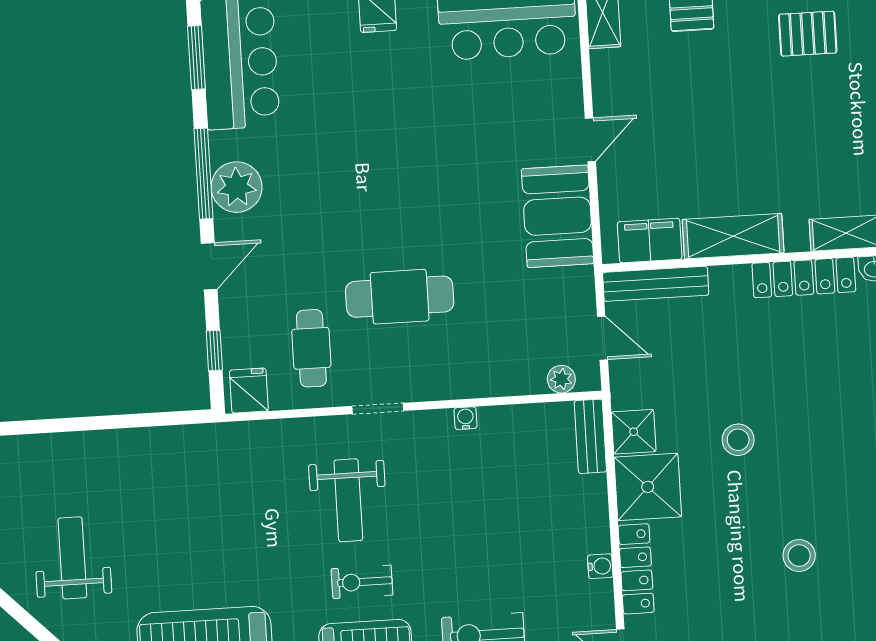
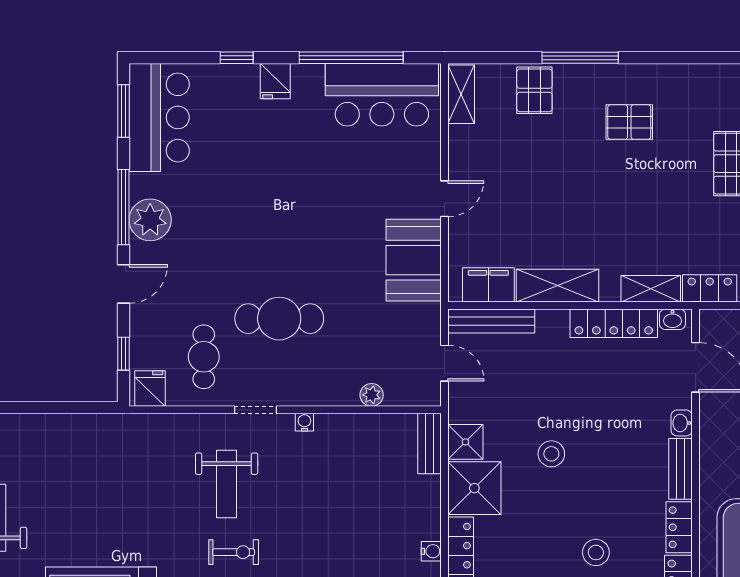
plant: (561, 379) -> (372, 395), moved
water cooler: (465, 418) -> (304, 422), moved
exercise bike: (362, 582) -> (234, 552), turned 180

